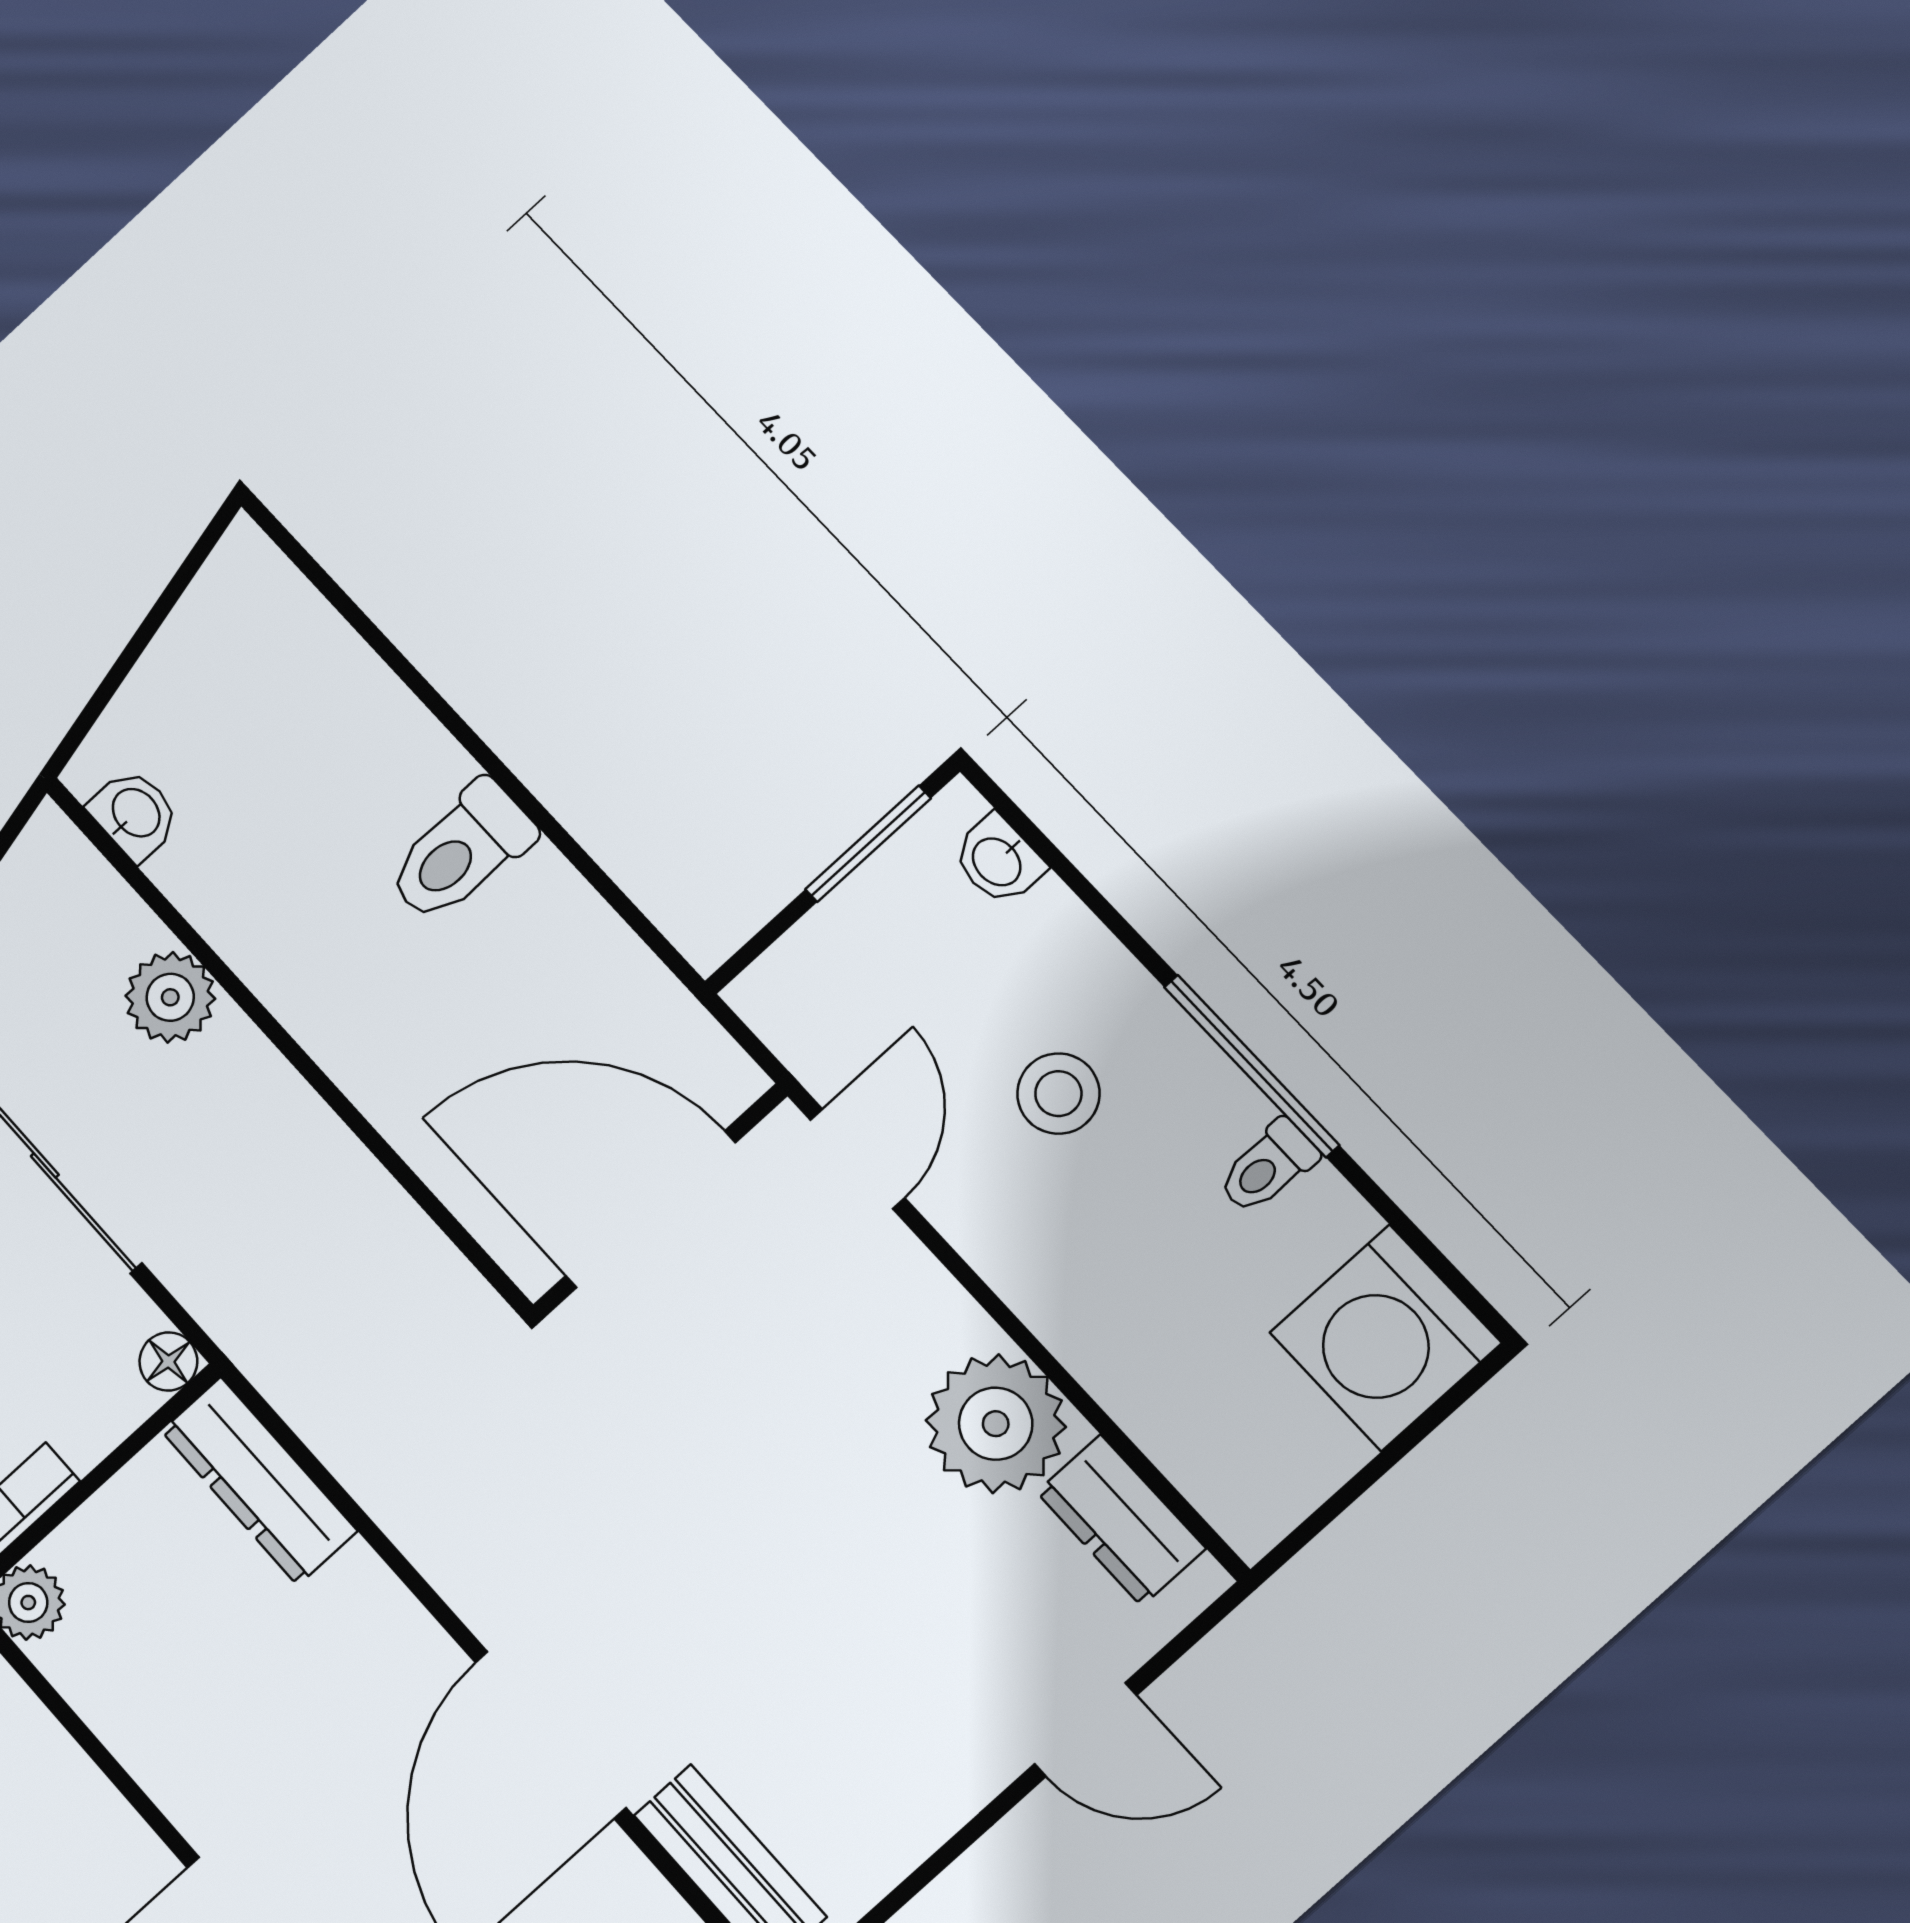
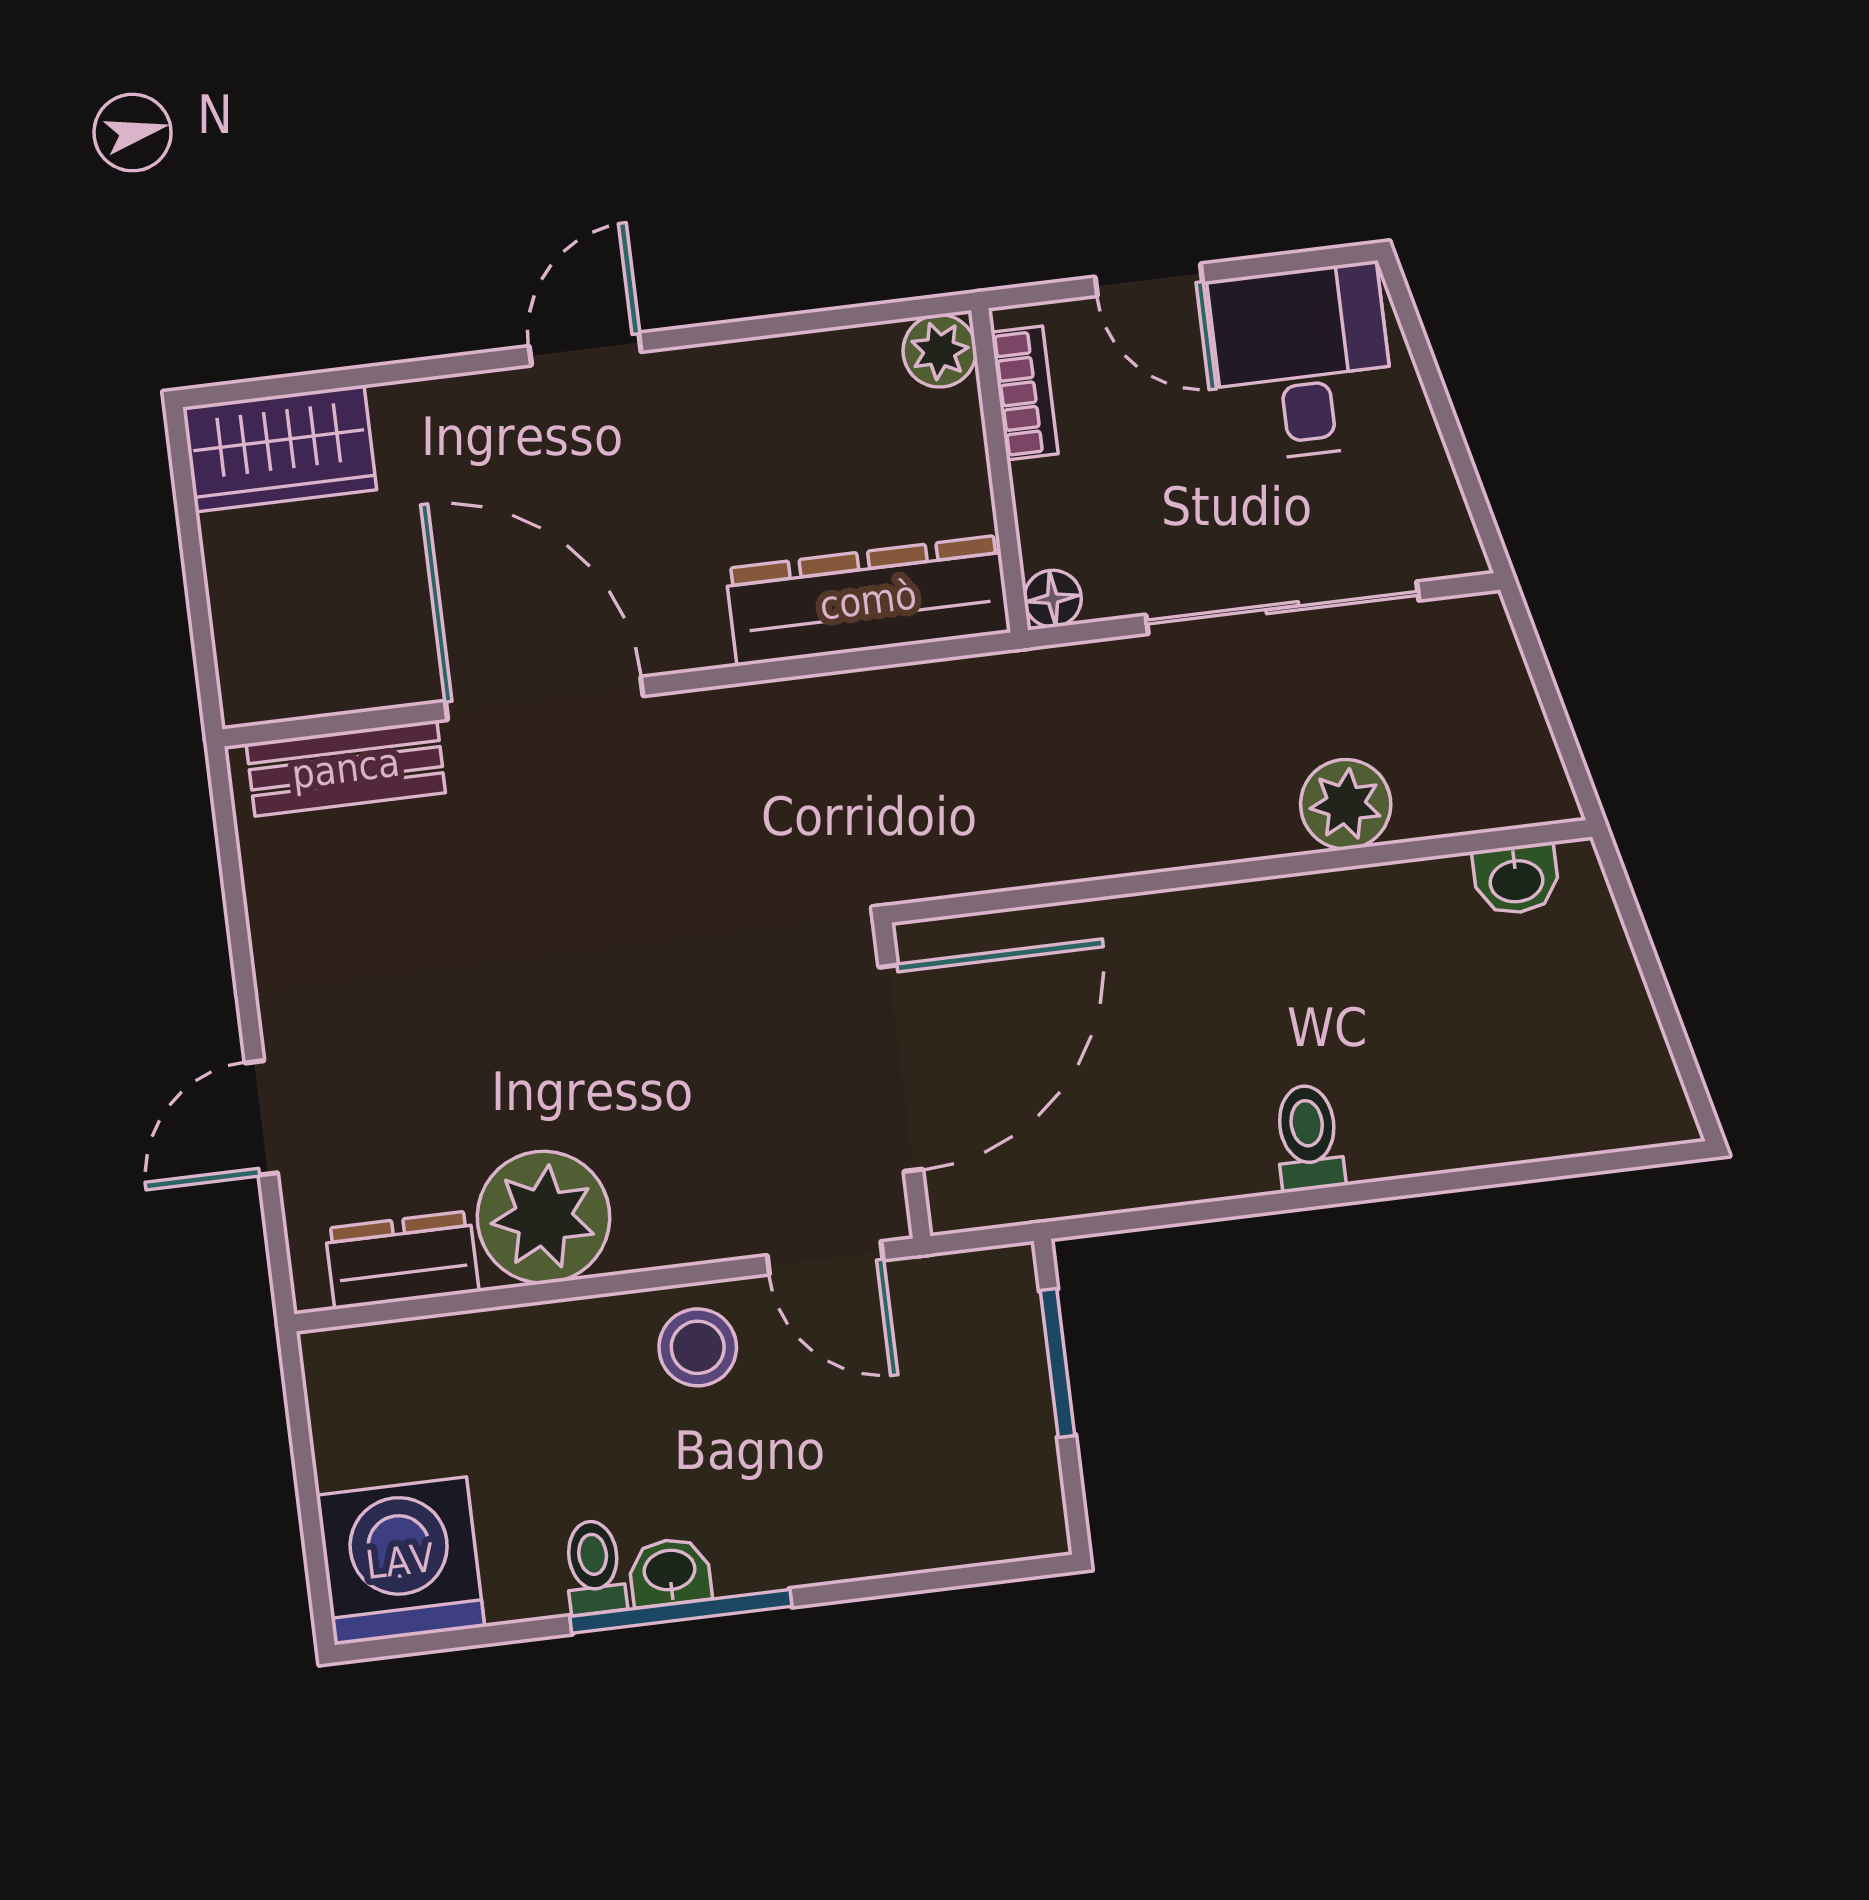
window: (868, 844) -> (1057, 1363), moved
toilet: (461, 852) -> (1308, 1138), width x0.73, depth x0.72
washbasin: (998, 861) -> (670, 1572), moved
stool: (1058, 1094) -> (698, 1347), moved
dresser: (259, 1481) -> (868, 600), width x1.37, depth x1.24

